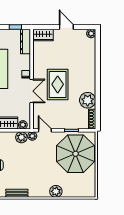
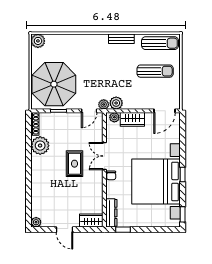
rug: (58, 84) -> (75, 164), width x0.73, depth x0.70
door: (45, 130) -> (89, 111), hinge flipped
plant: (56, 191) -> (38, 41), moved

